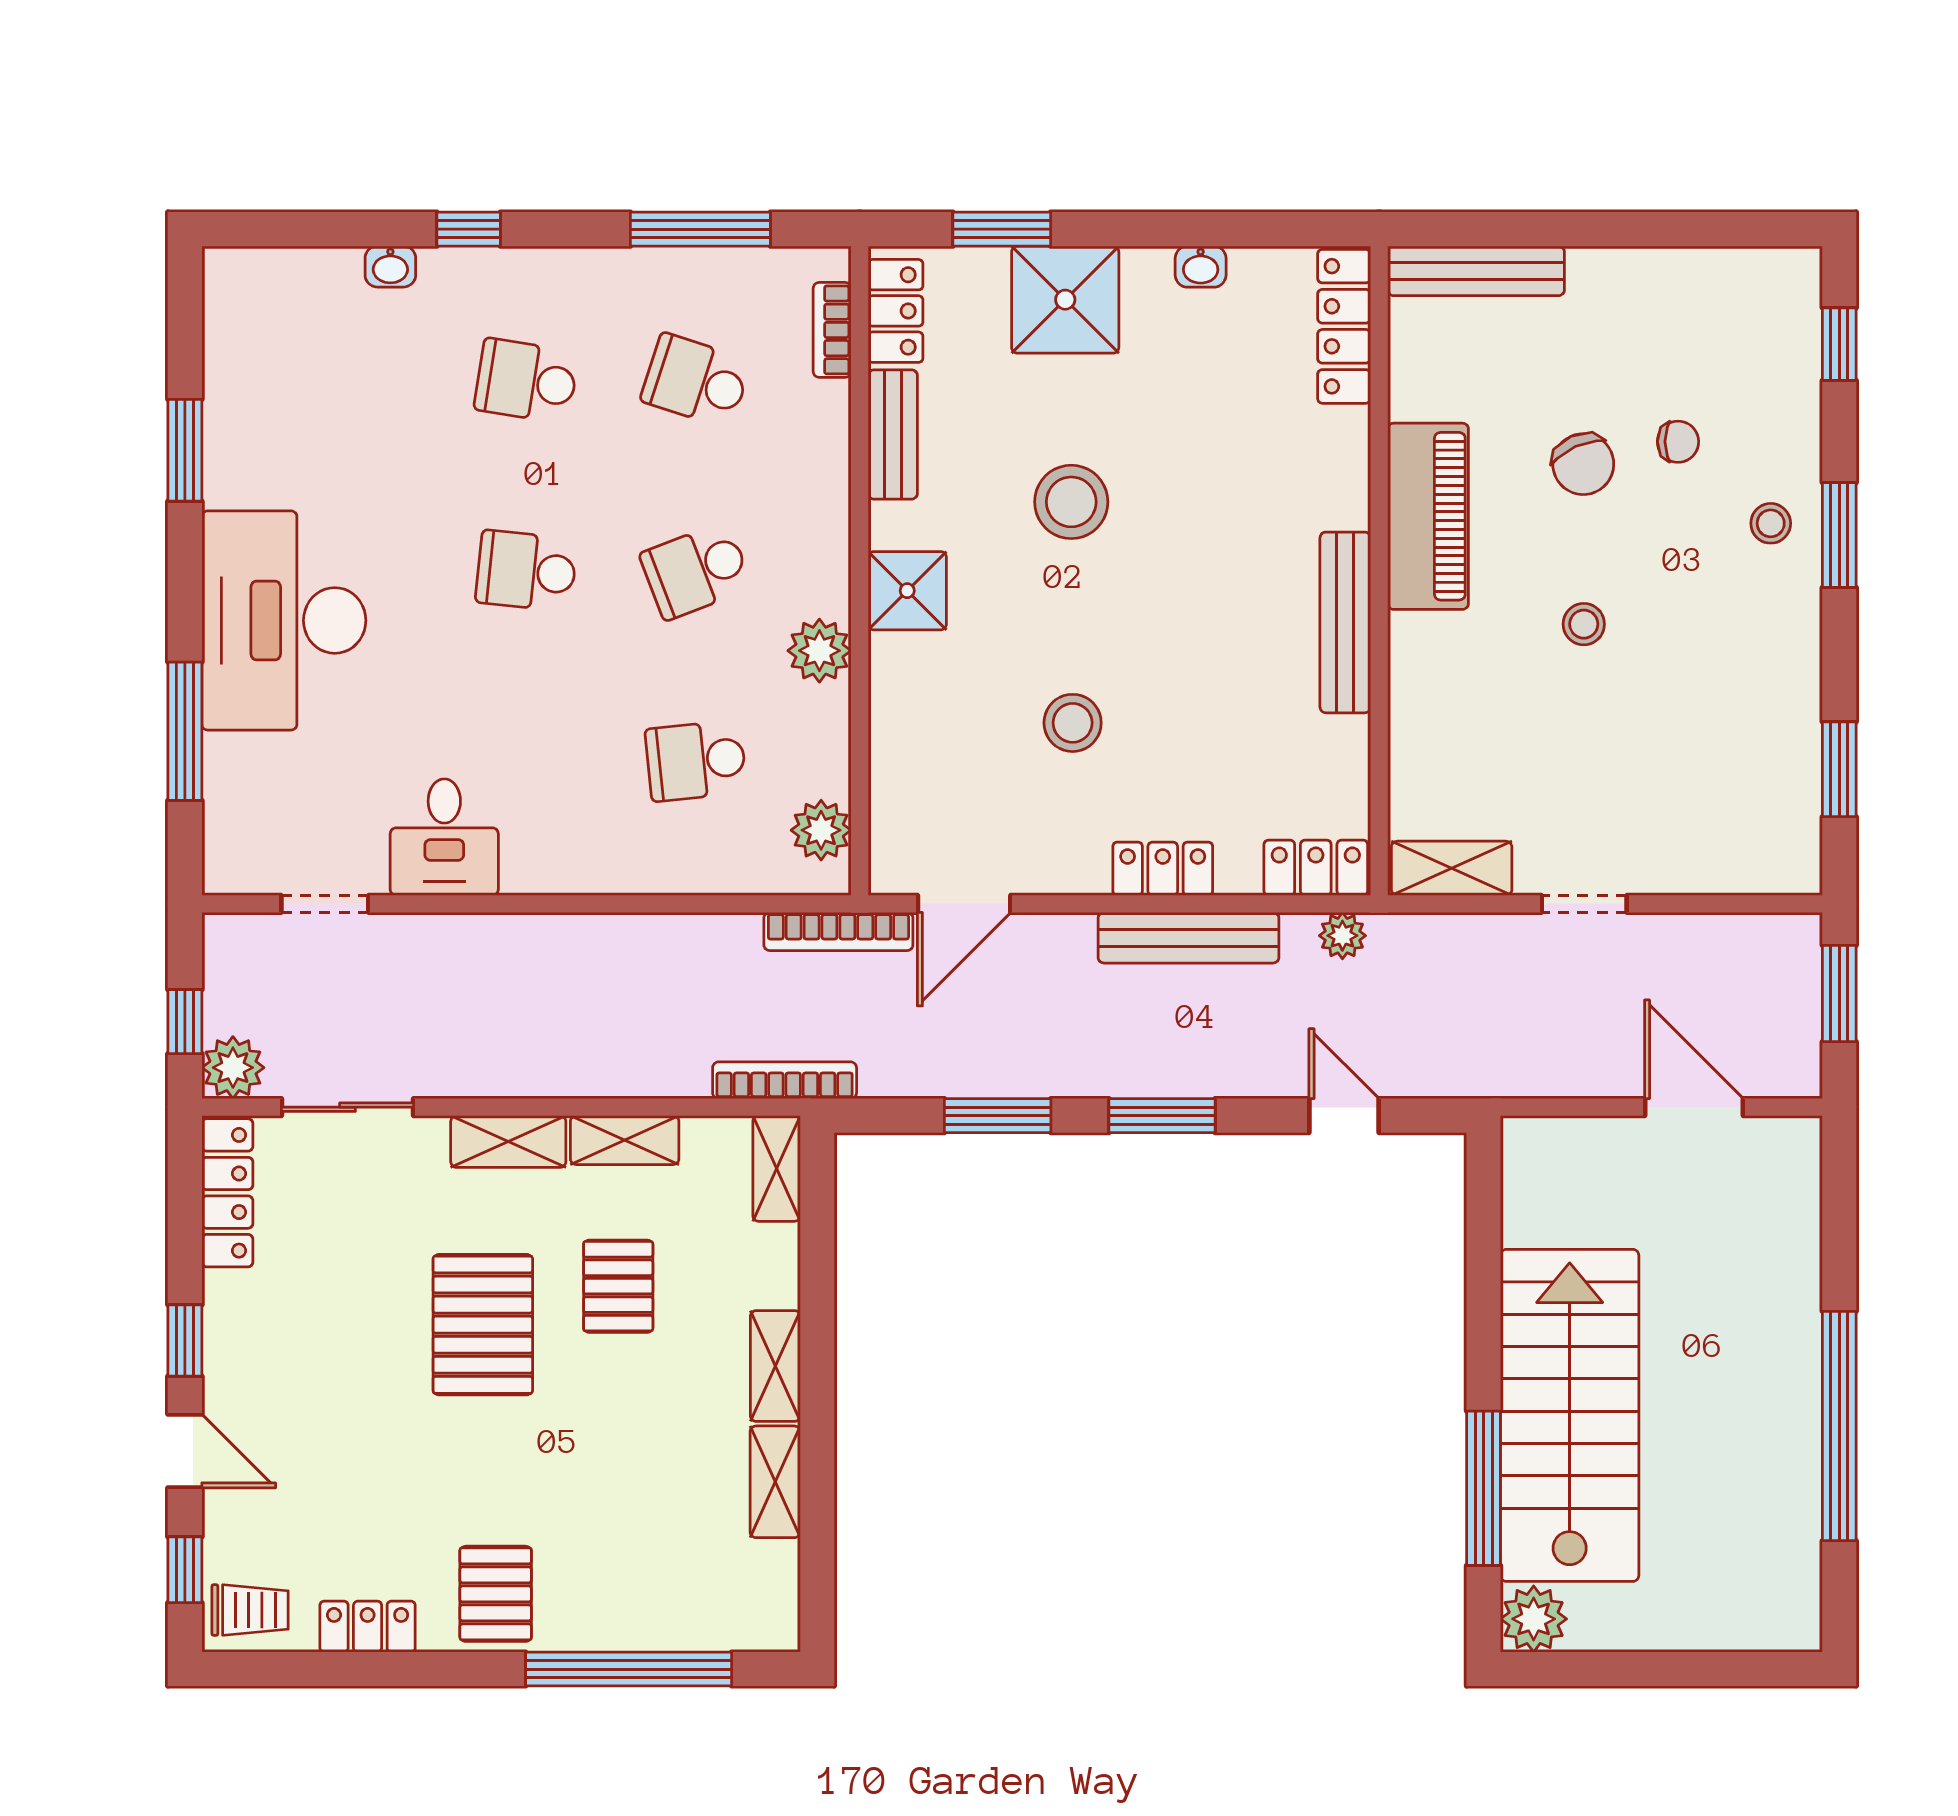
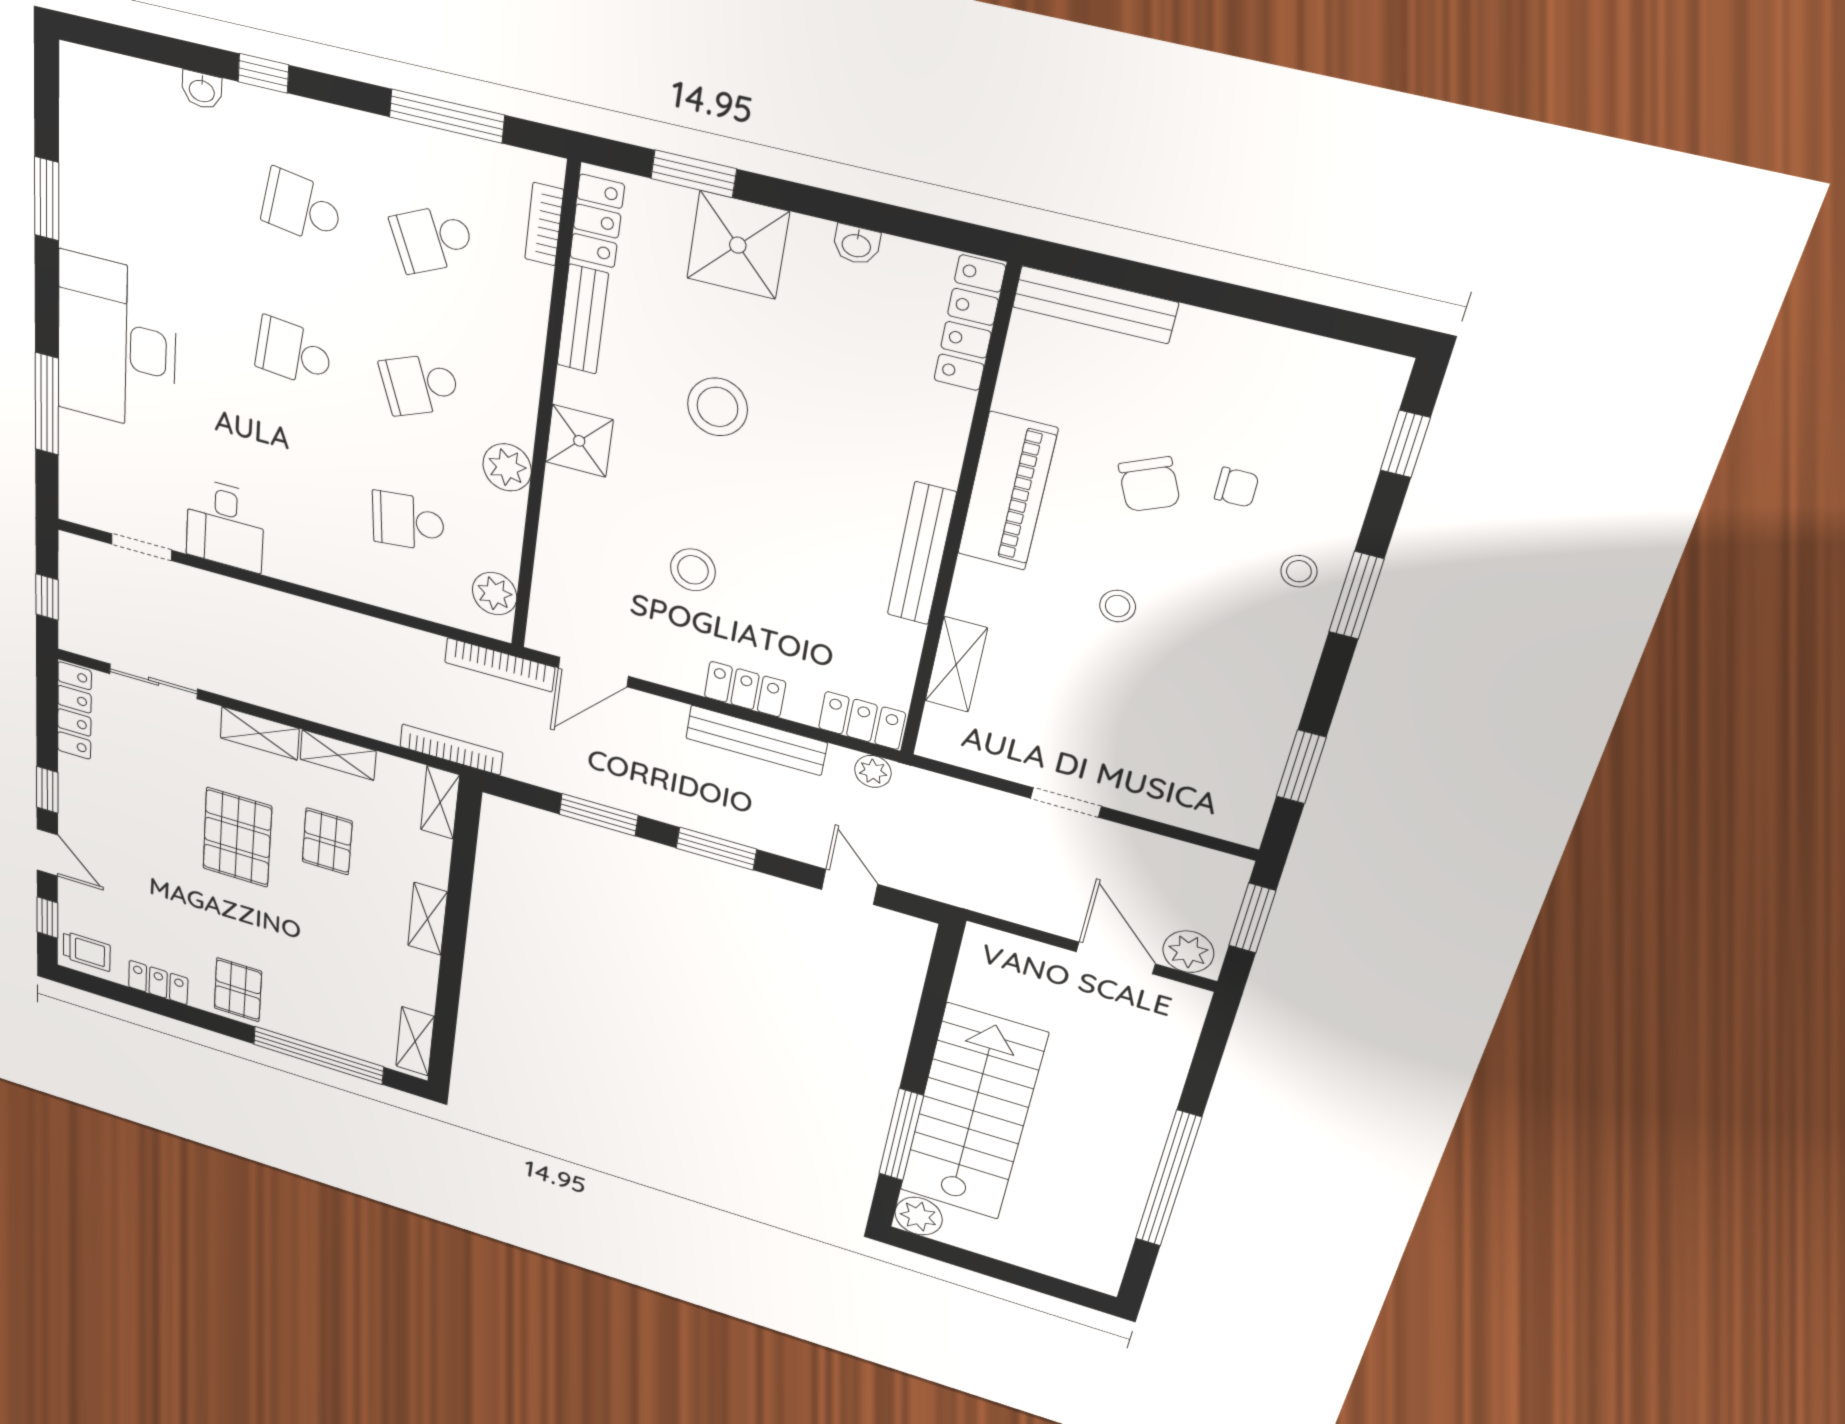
school desk: (696, 381) -> (432, 239), turned -42
shelving: (1452, 868) -> (956, 665), moved, turned 90
plant: (233, 1068) -> (1188, 952), moved
shelving: (775, 1482) -> (415, 1041), moved

